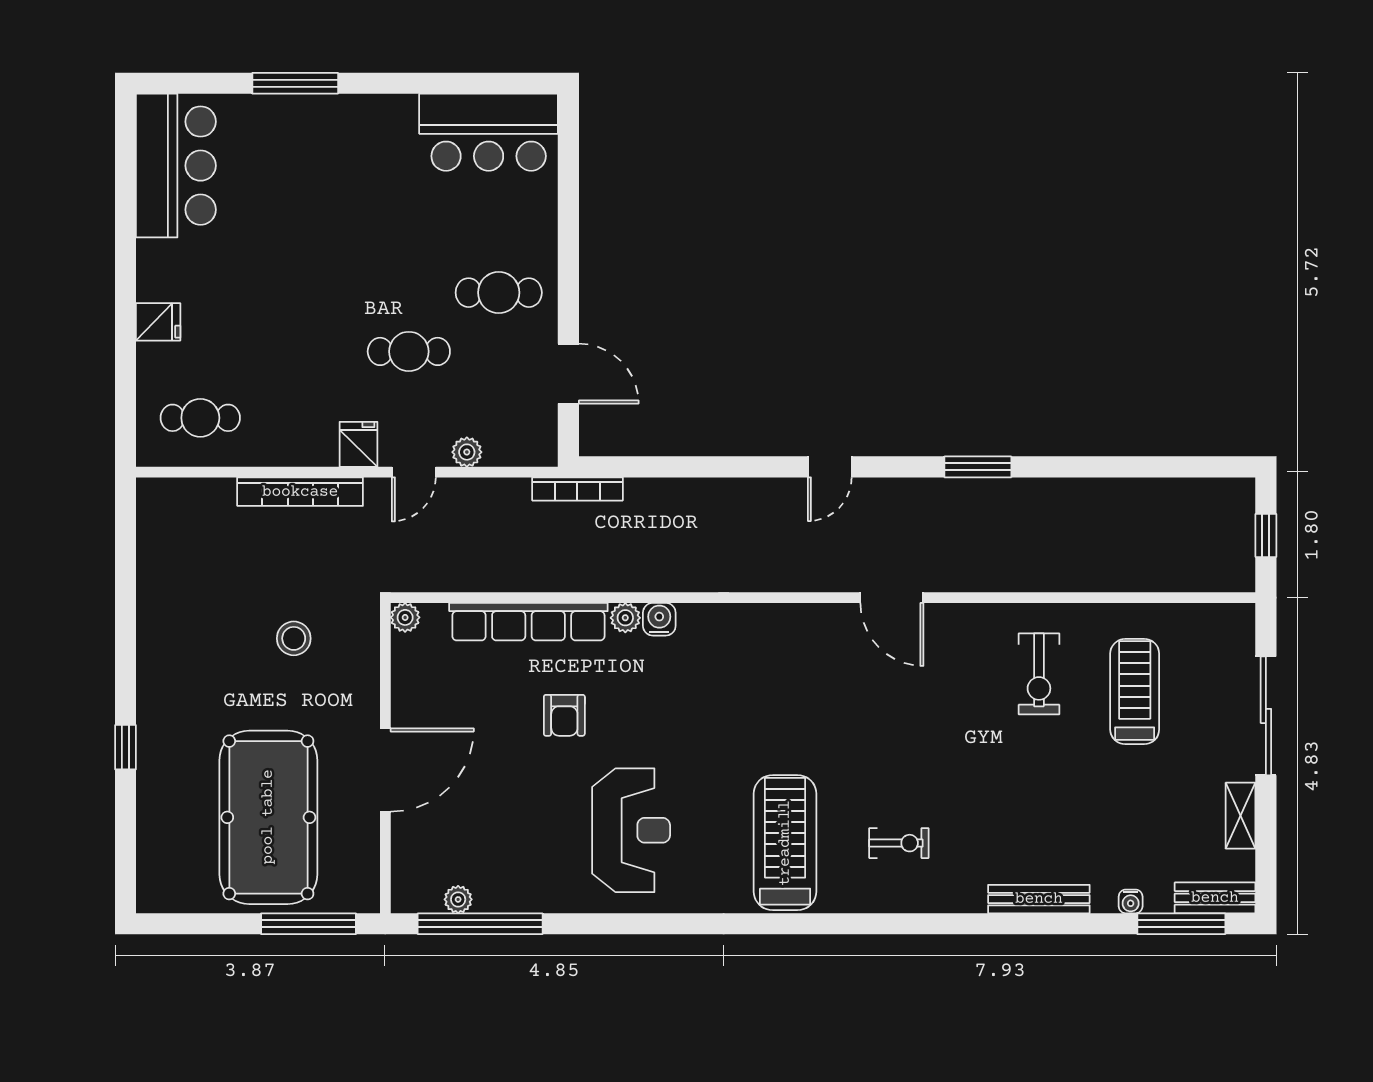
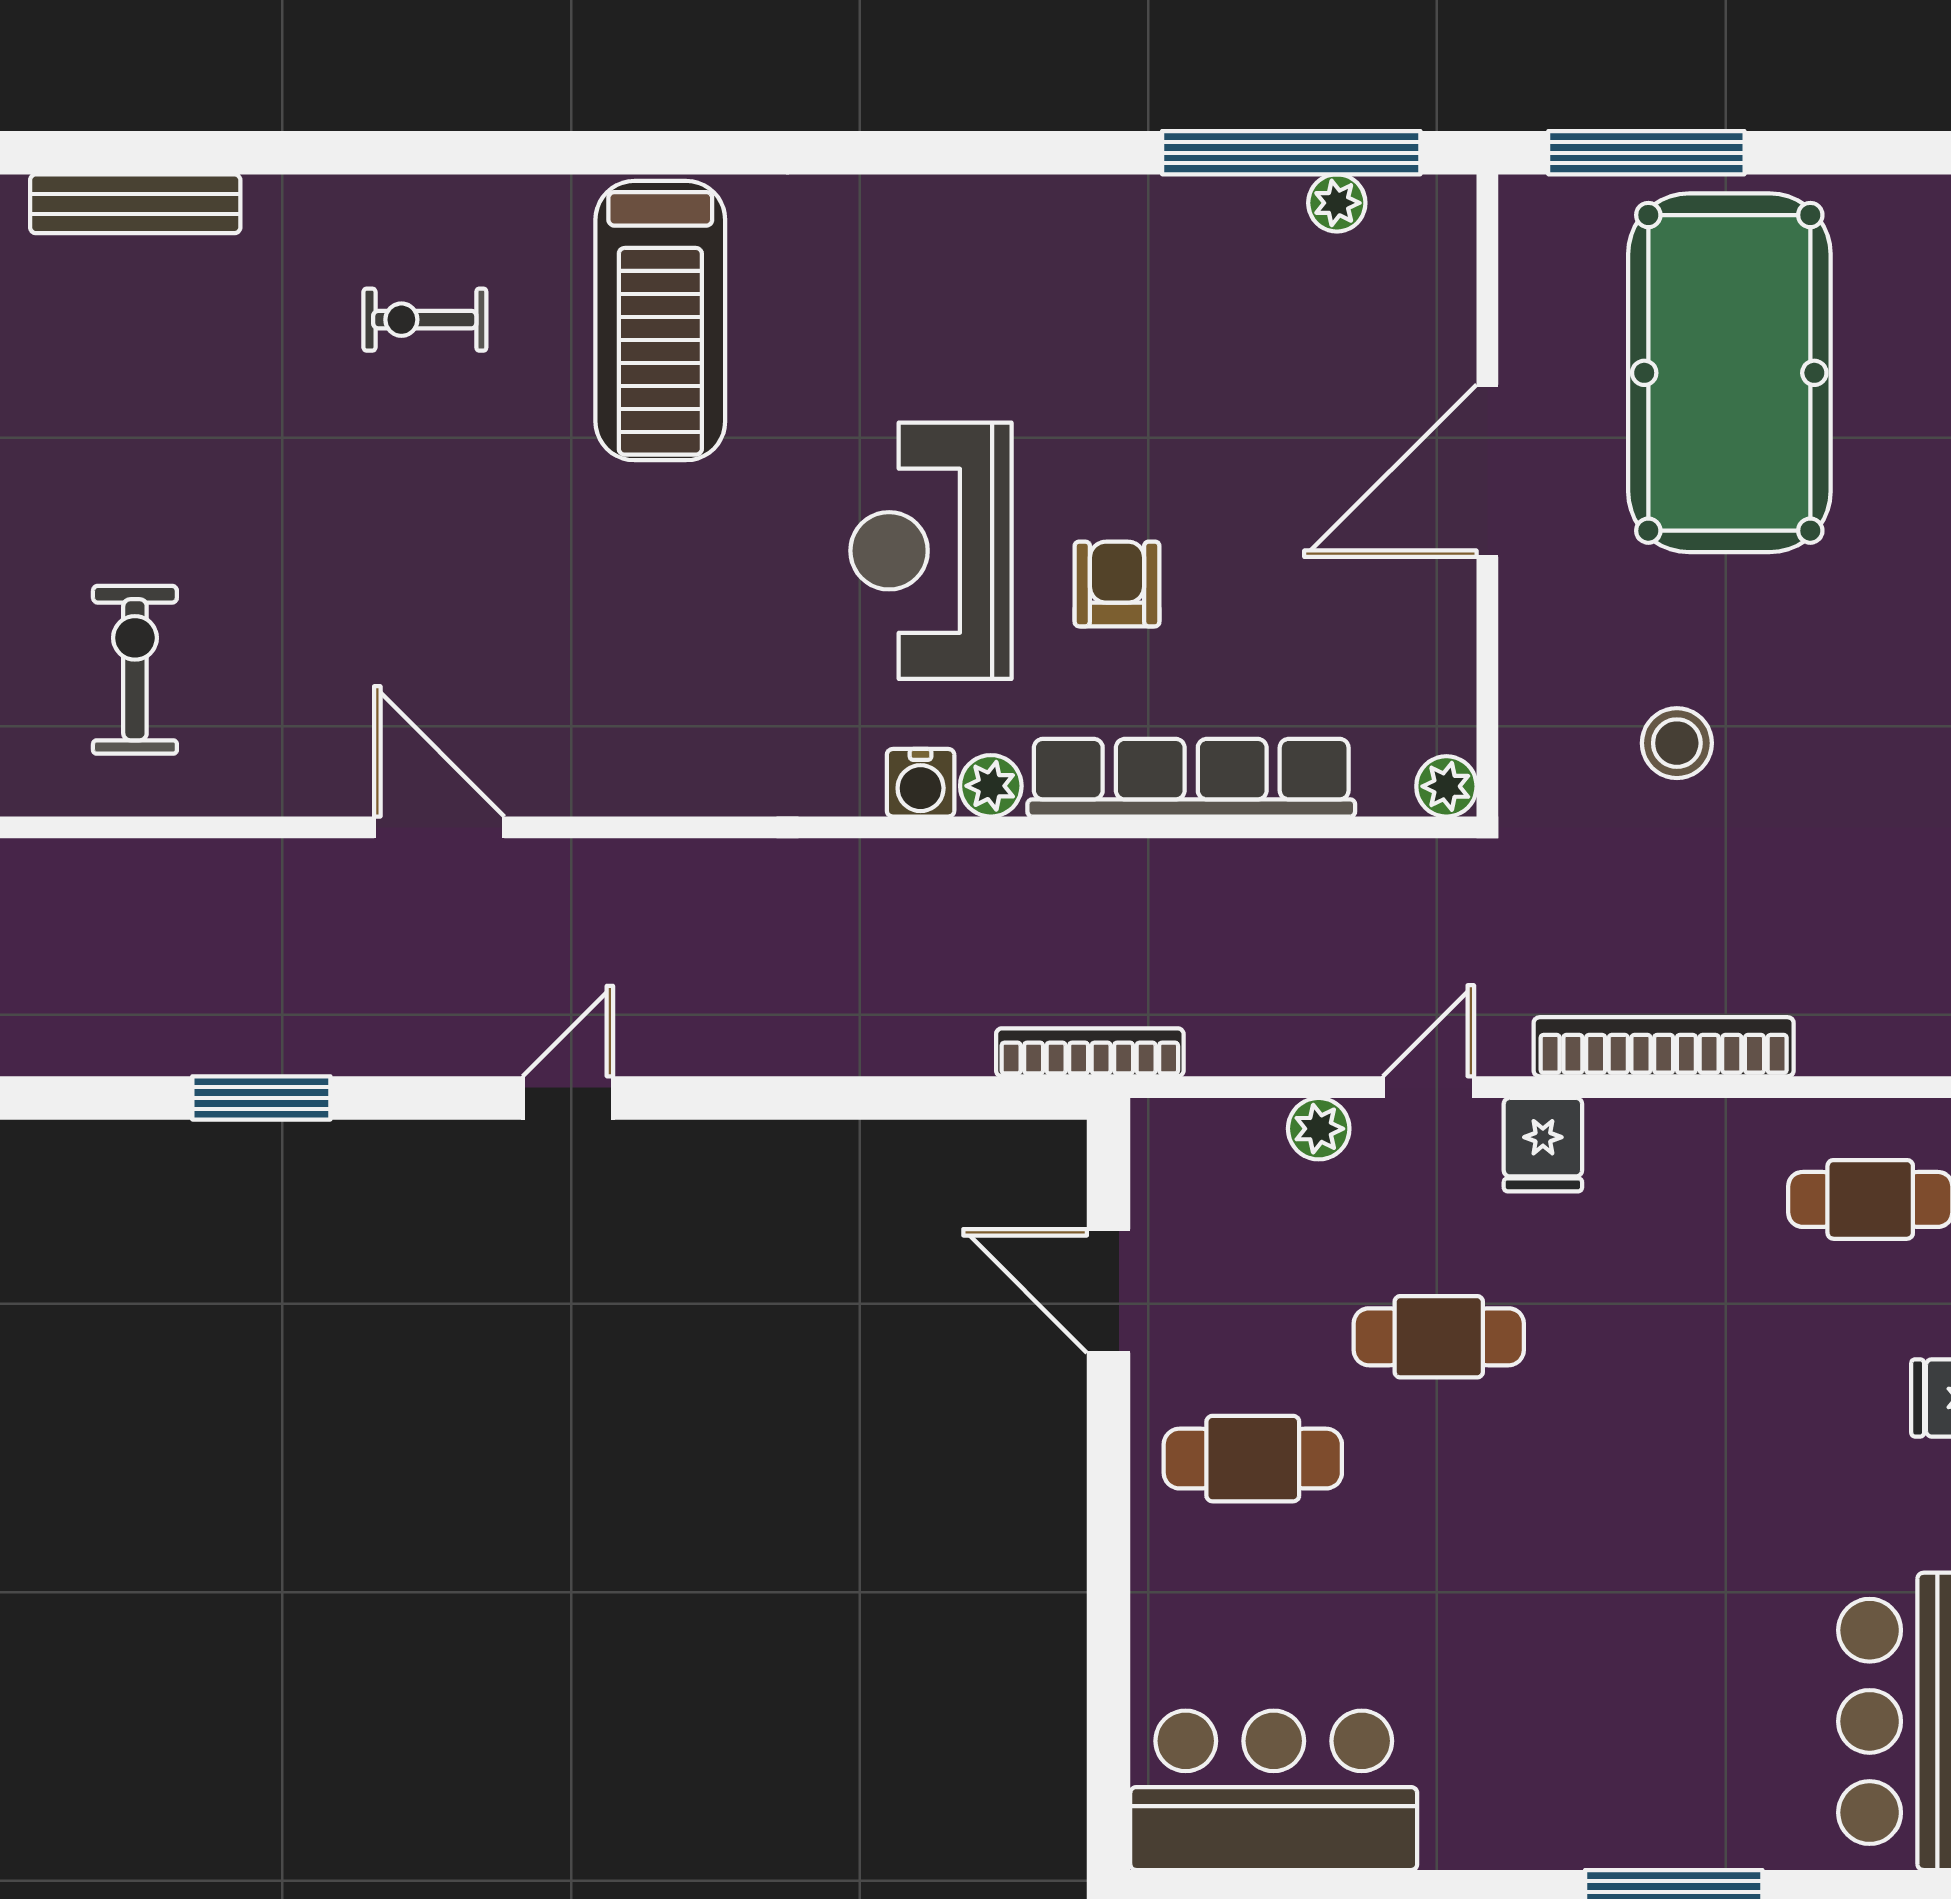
reception desk: (631, 830) -> (931, 551), moved

